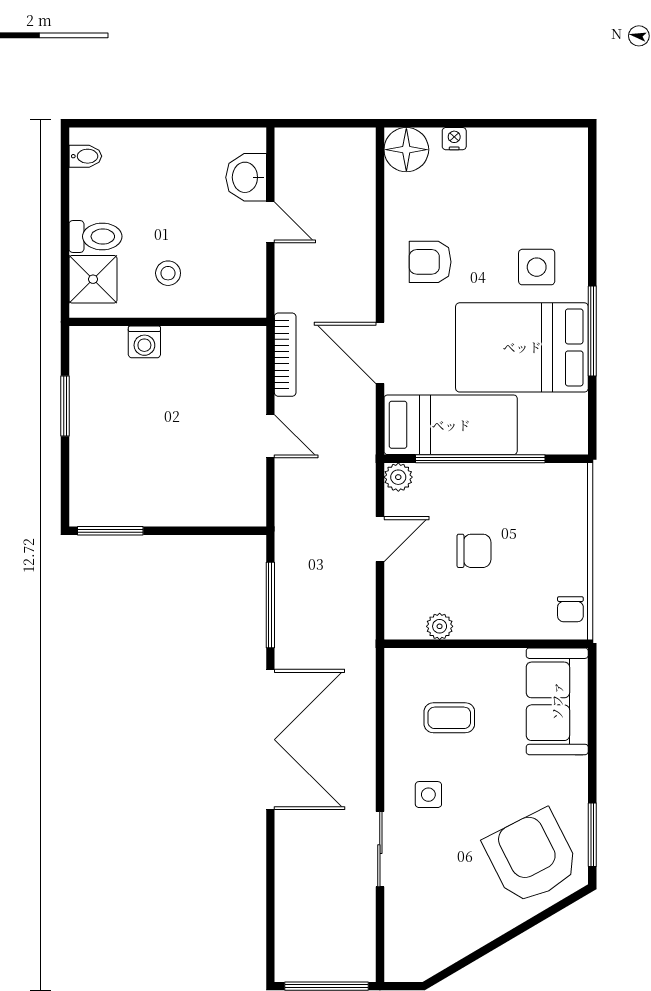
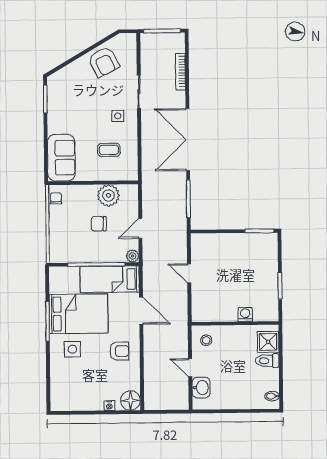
stool: (168, 273) -> (206, 340), moved
bookcase: (285, 355) -> (181, 72), moved
plant: (440, 626) -> (109, 195), width x1.87, depth x1.87
armchair: (532, 857) -> (104, 62), moved, width x0.73, depth x0.73

